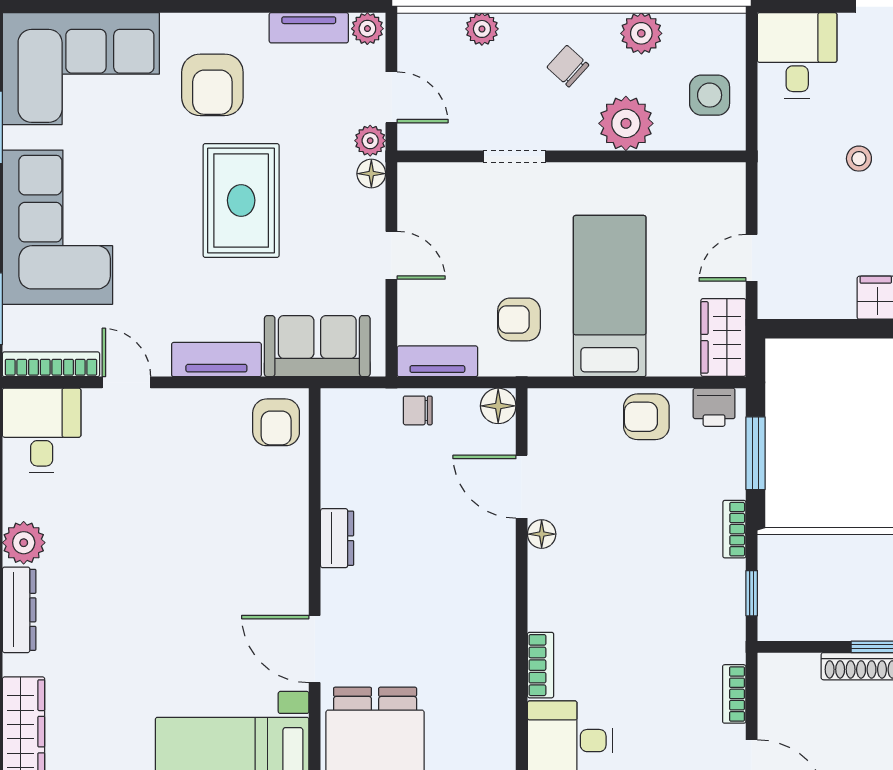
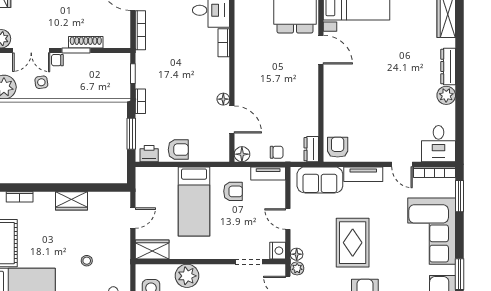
doorway: (515, 156) -> (249, 262), moved
nightstand: (415, 182) -> (278, 251), added
wardrobe: (723, 337) -> (152, 249), moved, turned -90
dresser: (337, 538) -> (311, 149), moved
bookcase: (734, 694) -> (140, 30), width x1.56

